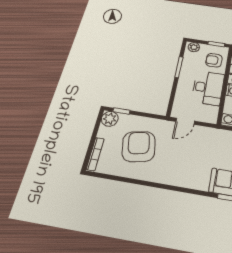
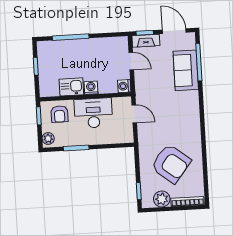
plant: (110, 119) -> (162, 199), moved
door: (185, 121) -> (134, 114), moved
armchair: (139, 146) -> (171, 164), turned -132

